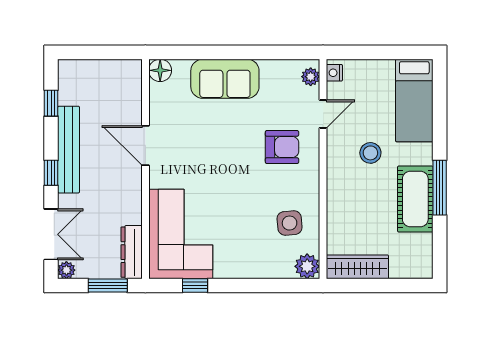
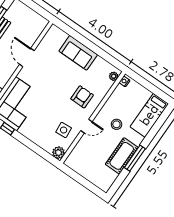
floor lamp: (160, 70) -> (54, 31), removed
door: (323, 114) -> (87, 126), moved
armchair: (282, 147) -> (82, 97), turned -90
wardrobe: (357, 267) -> (79, 167), removed

